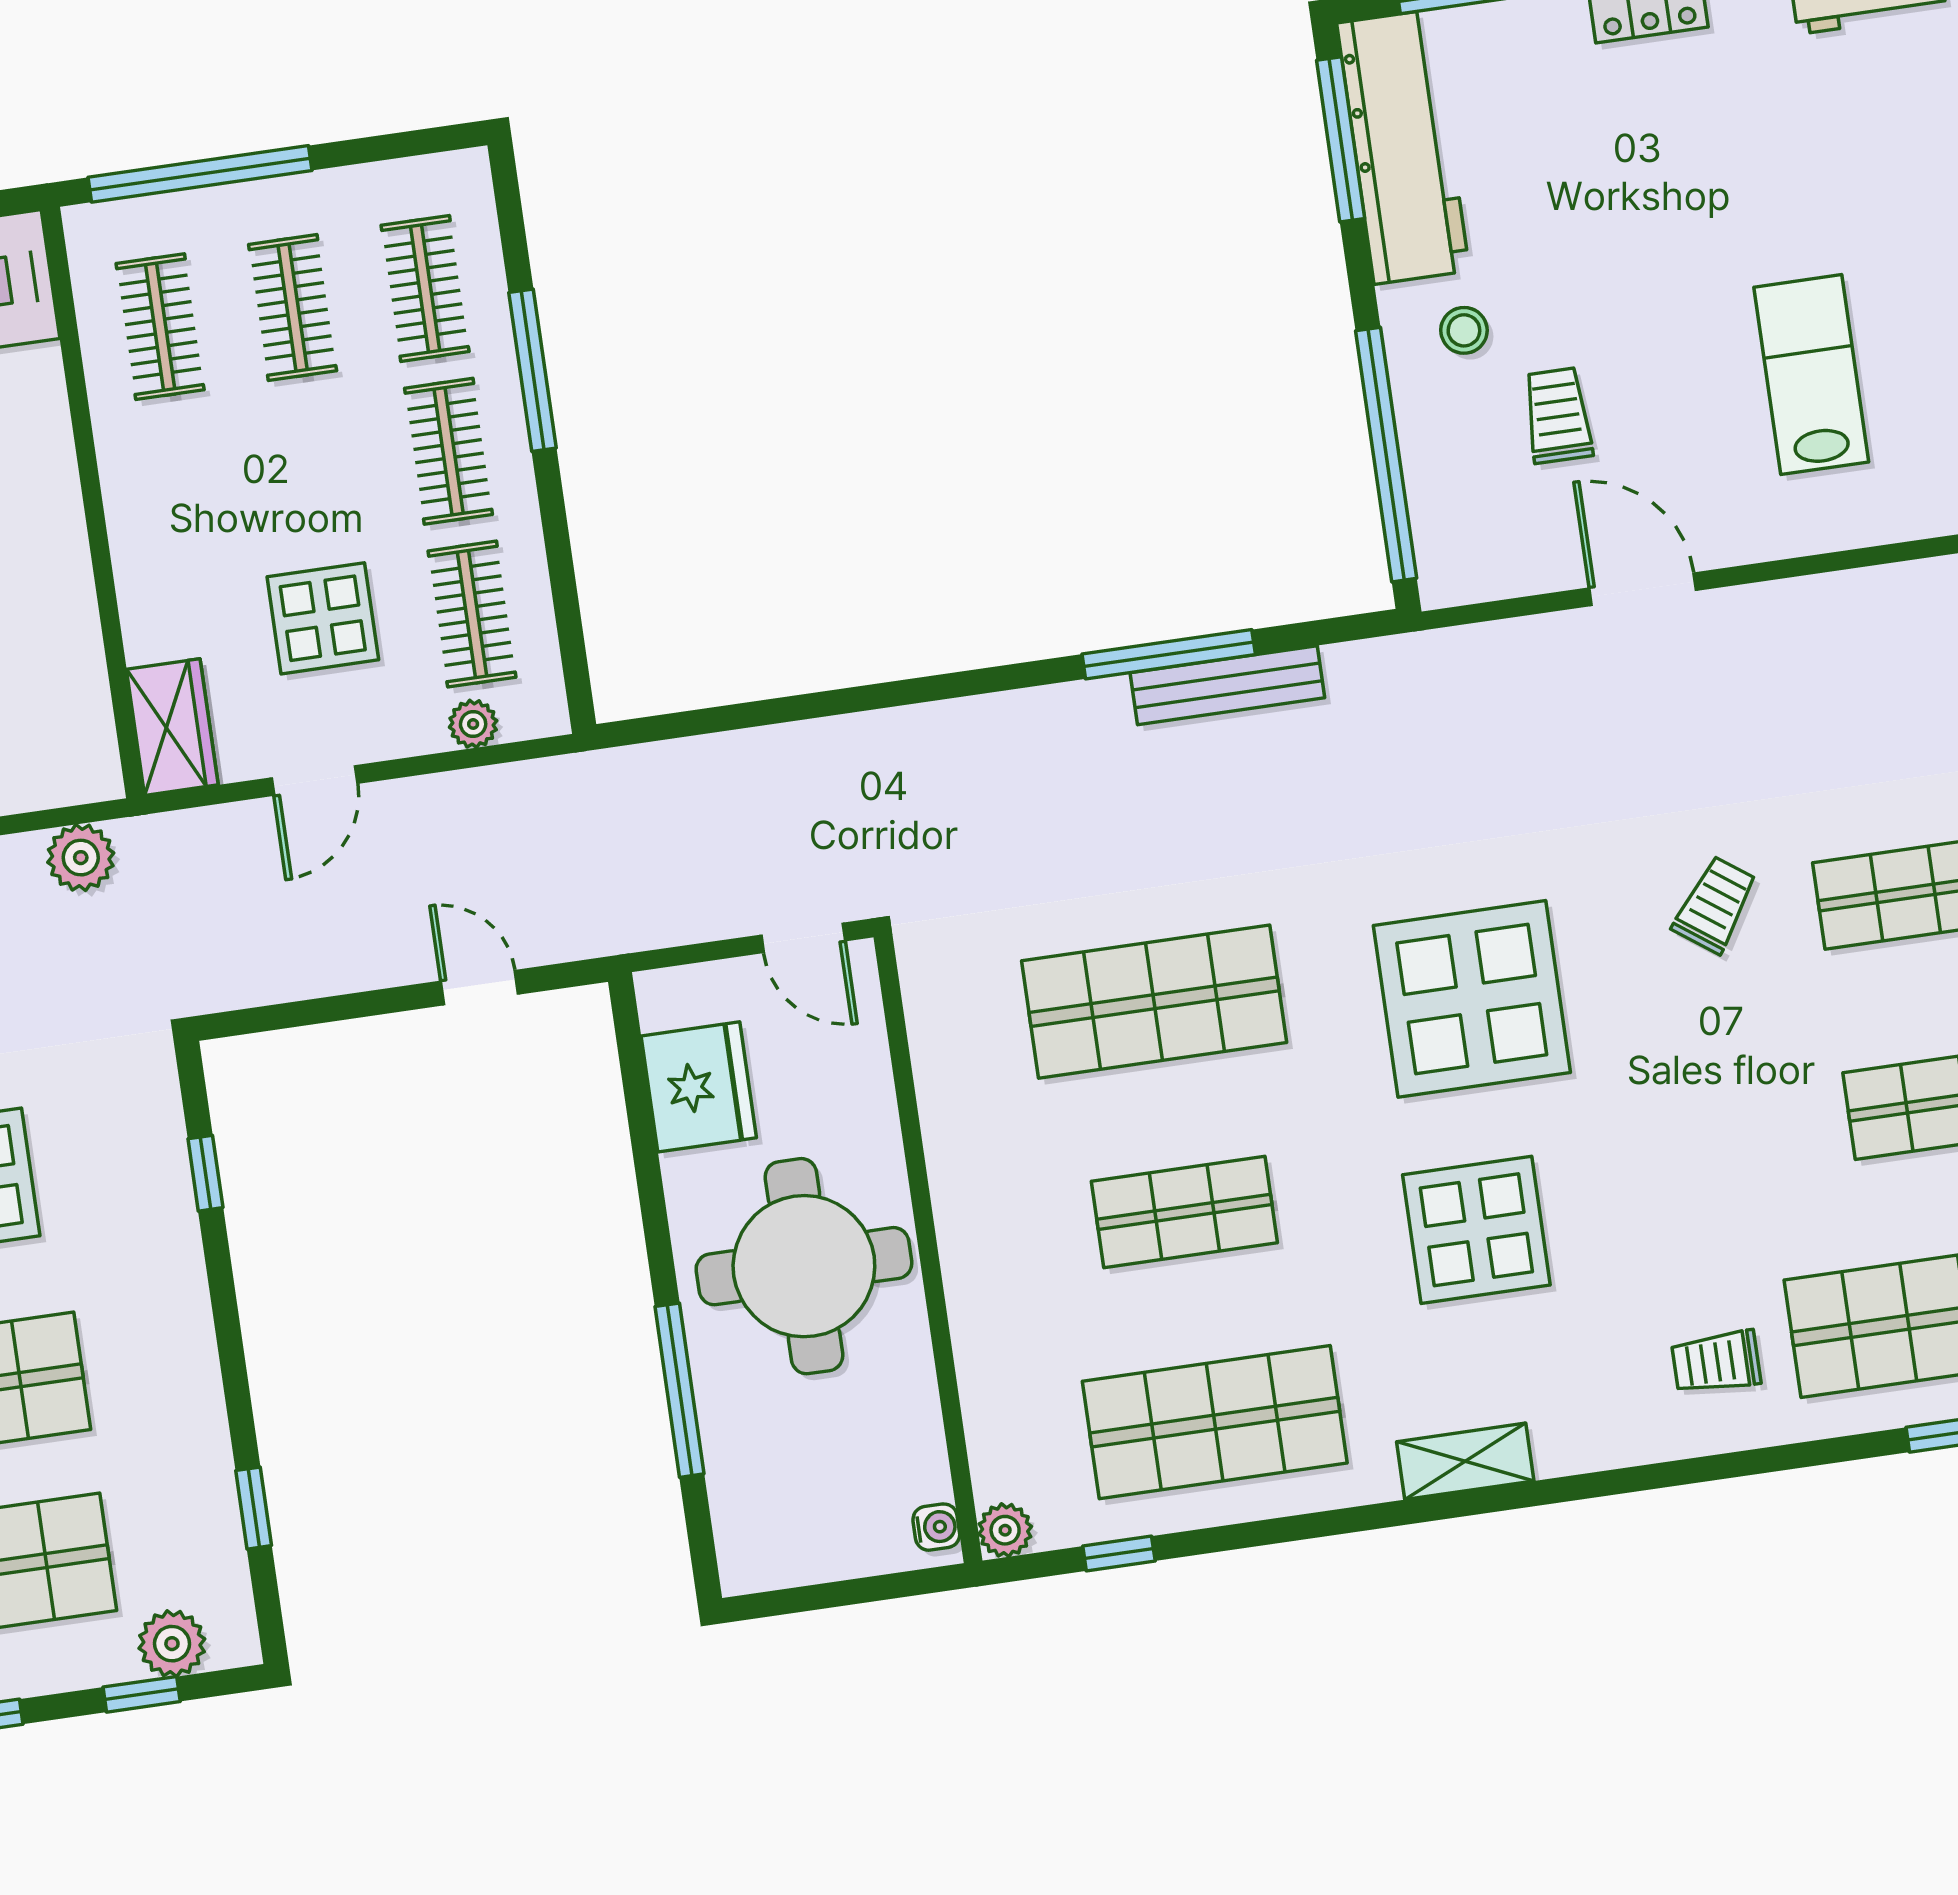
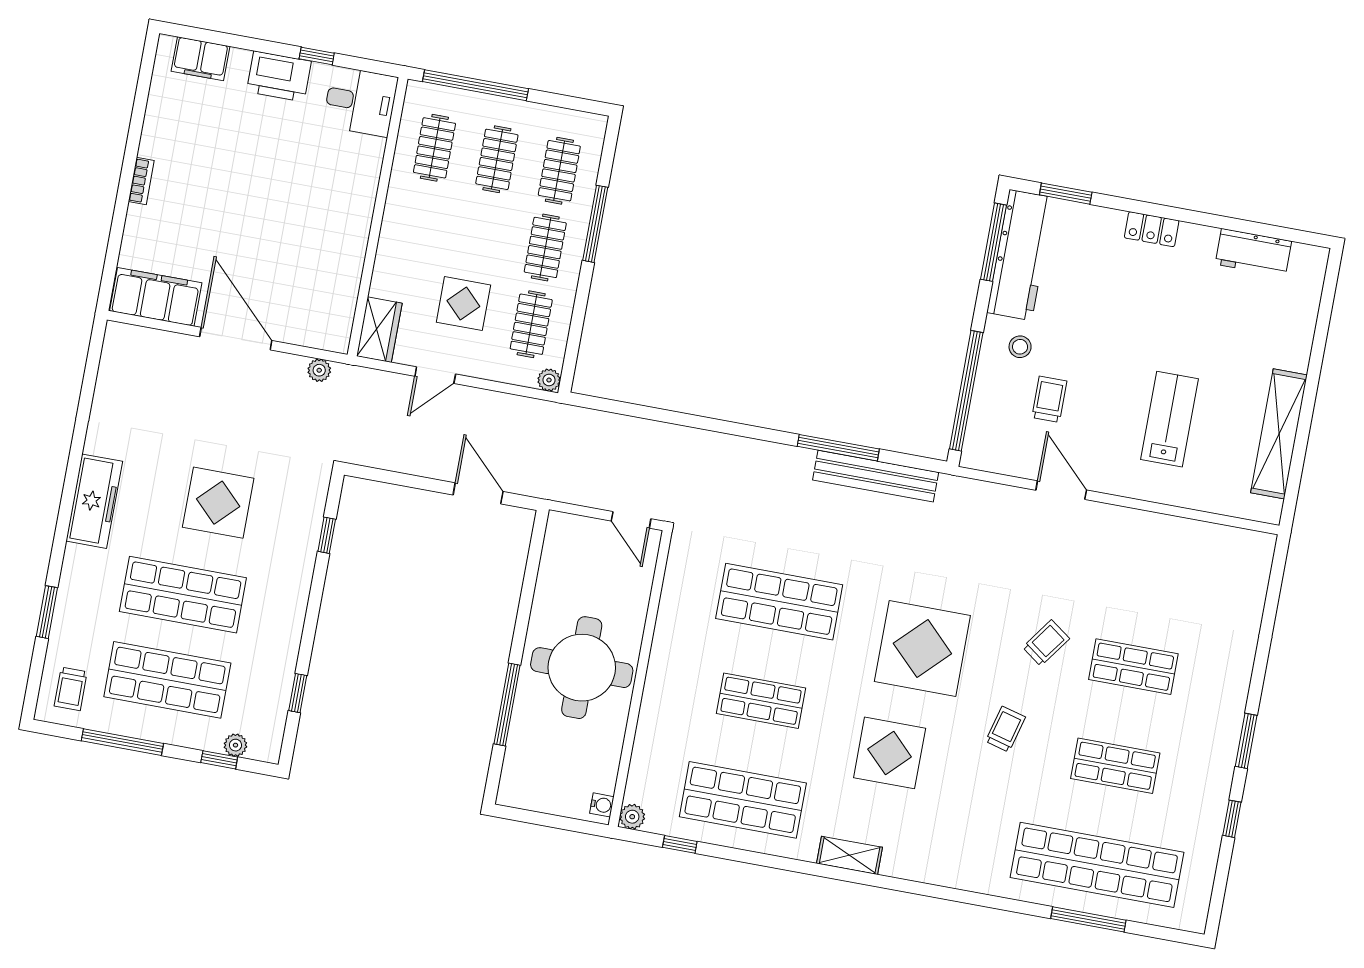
bench: (1227, 685) -> (876, 476), width x1.37, depth x1.21
plant: (473, 724) -> (549, 380), moved
plant: (81, 858) -> (319, 370), width x0.73, depth x0.73
door: (480, 988) -> (478, 493), width x1.38
fridge: (699, 1087) -> (562, 571), removed
trolley: (1716, 1362) -> (1005, 729), moved, turned 105
plant: (172, 1644) -> (235, 745), width x0.73, depth x0.73

